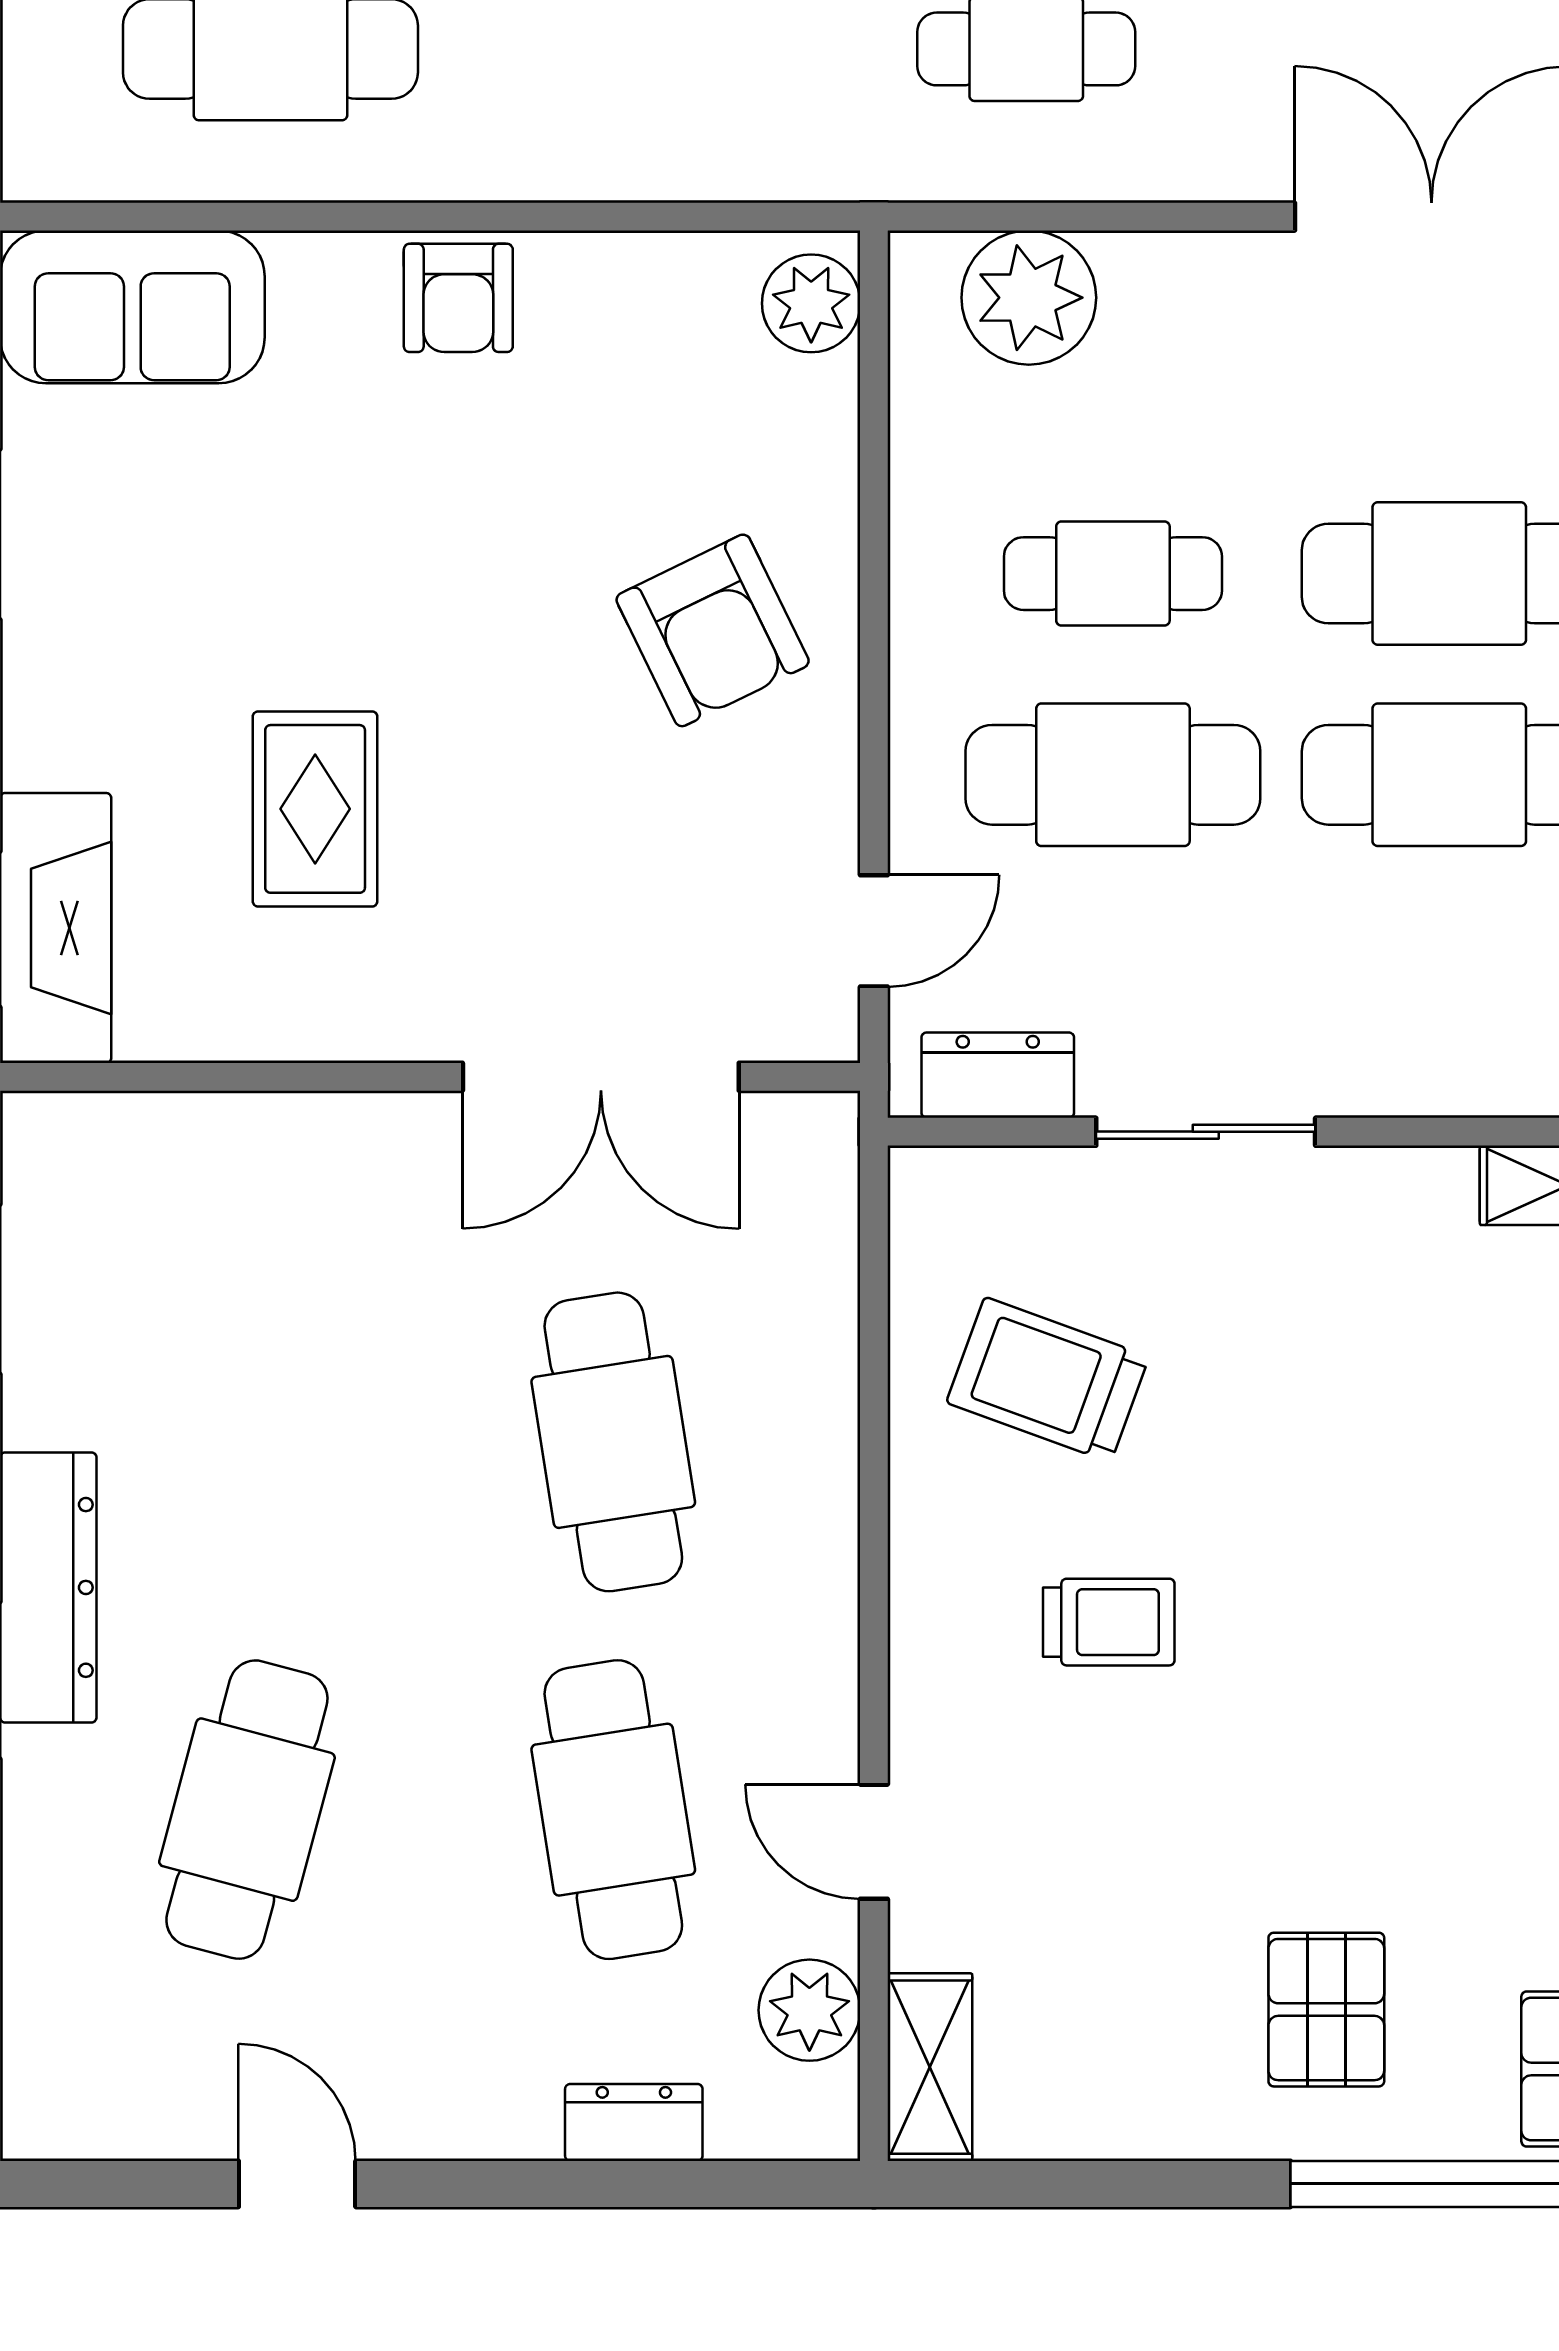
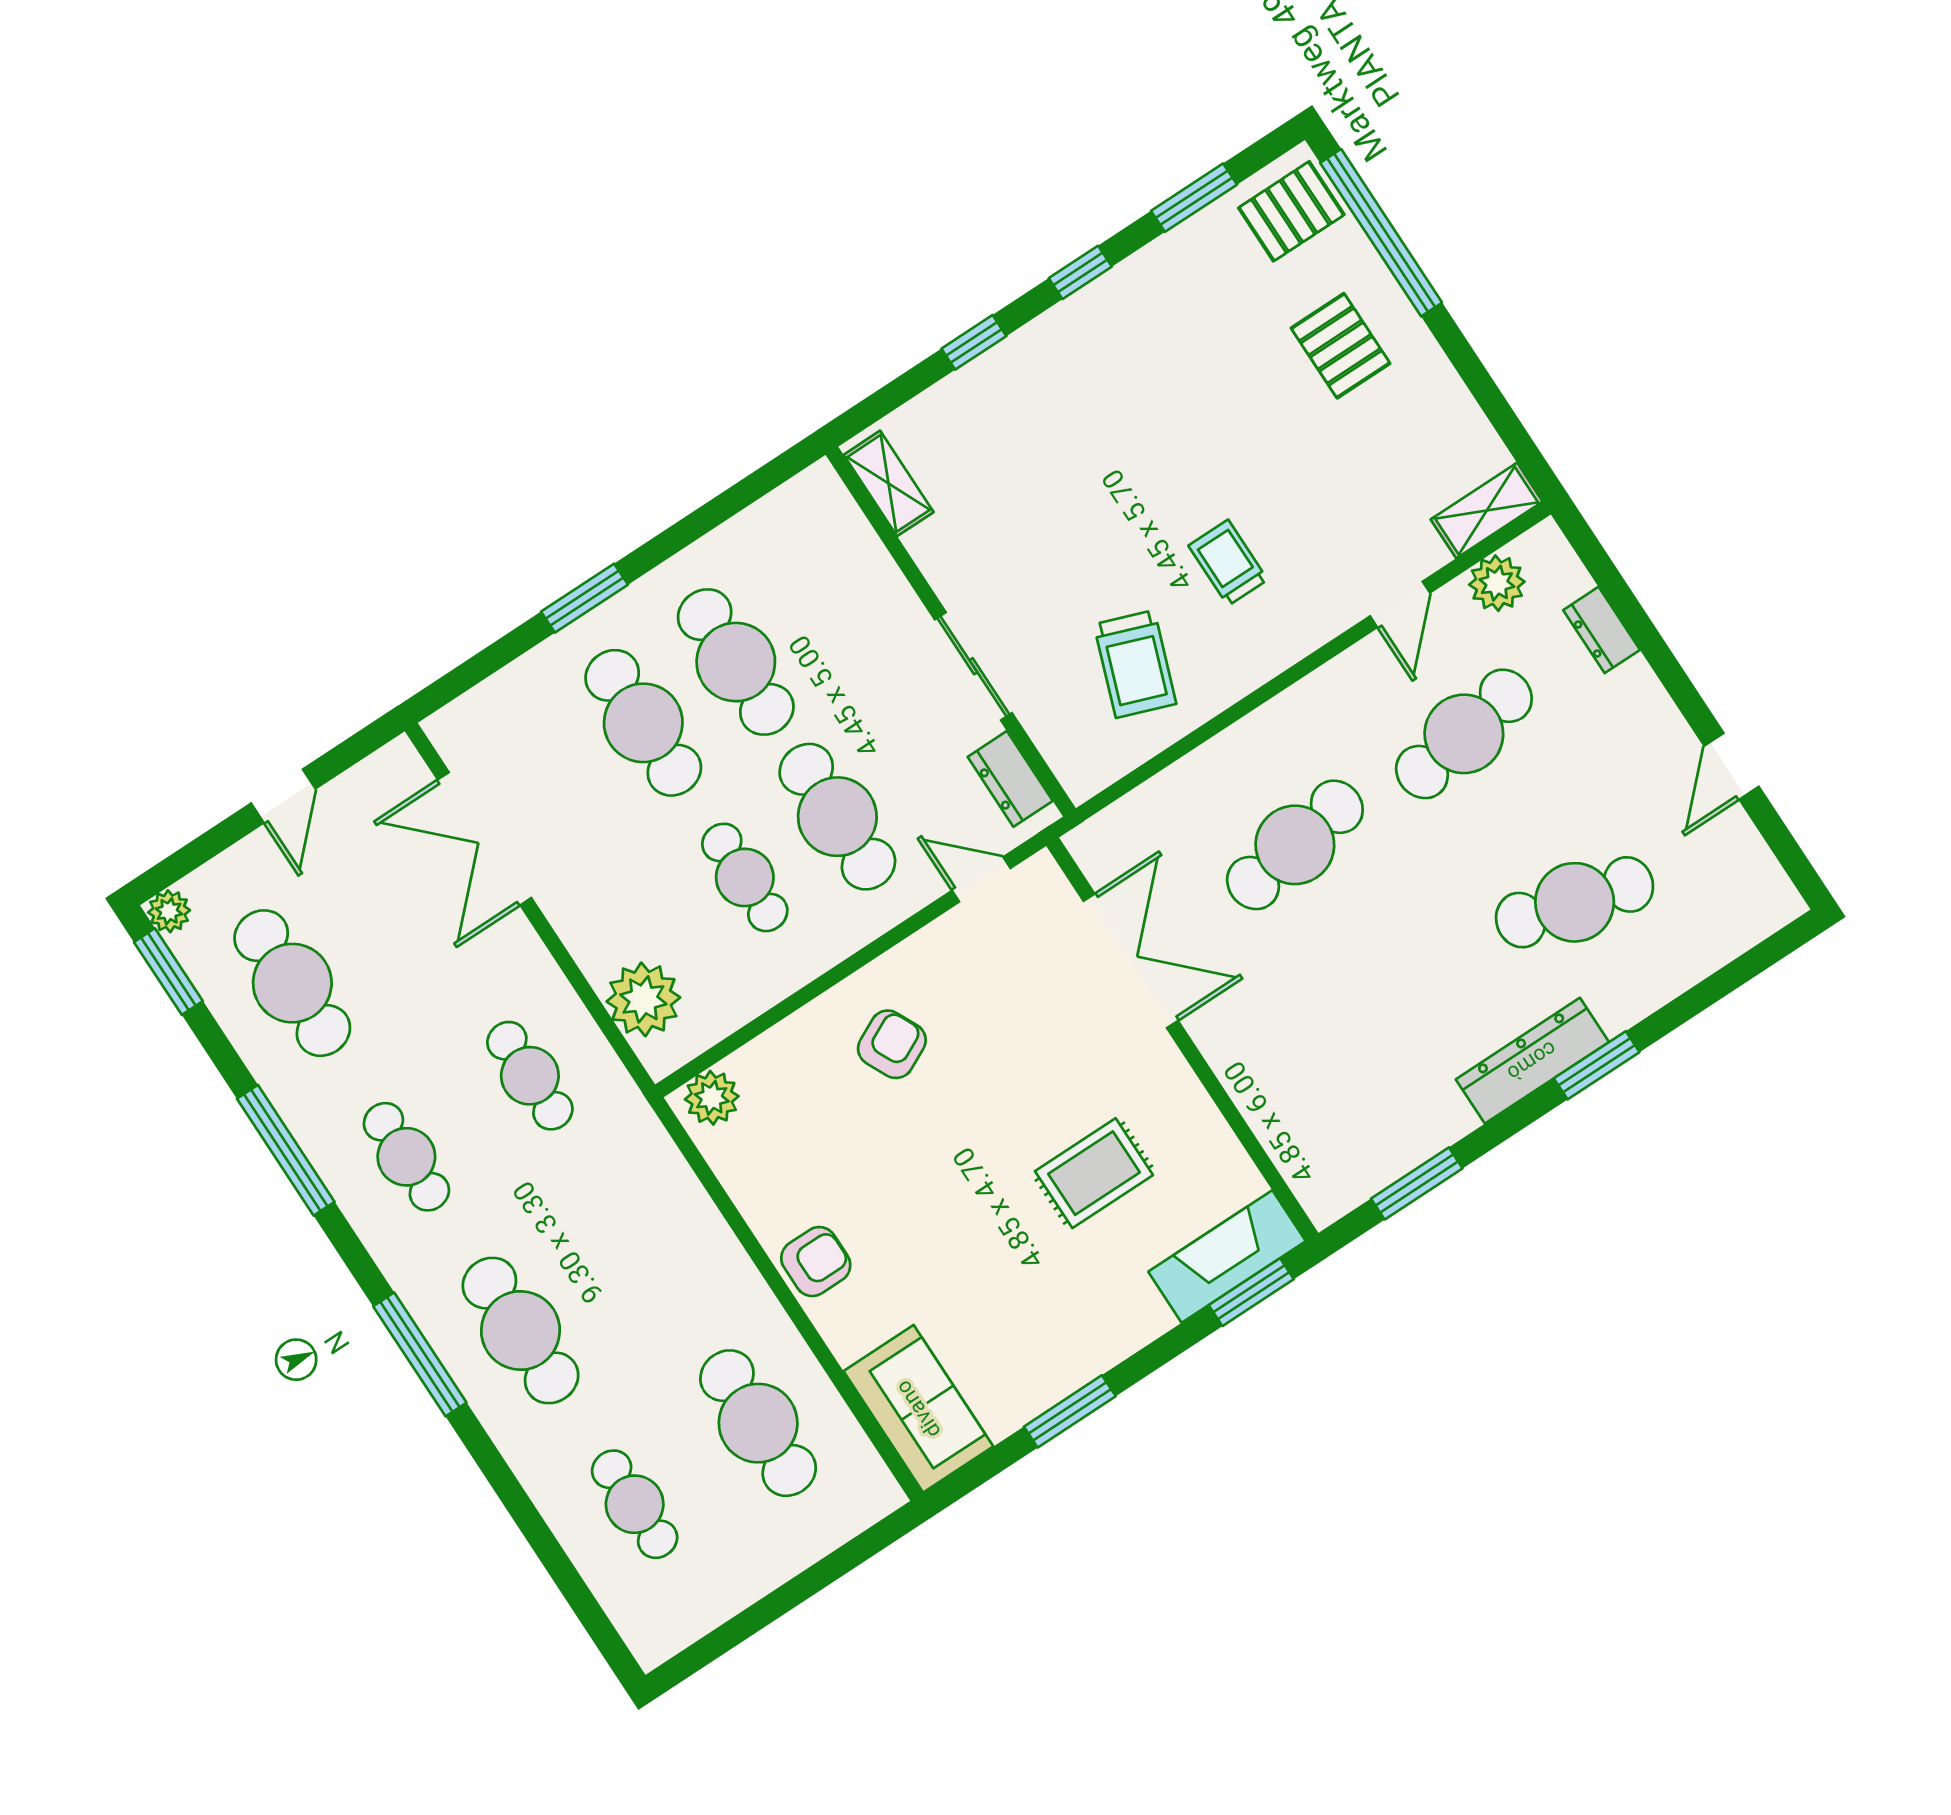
armchair: (713, 630) -> (892, 1044), width x0.72, depth x0.72
pallet: (1326, 2010) -> (1341, 346), turned 90

